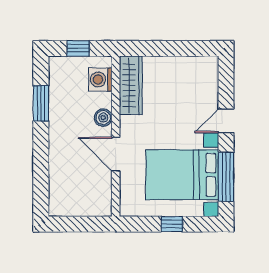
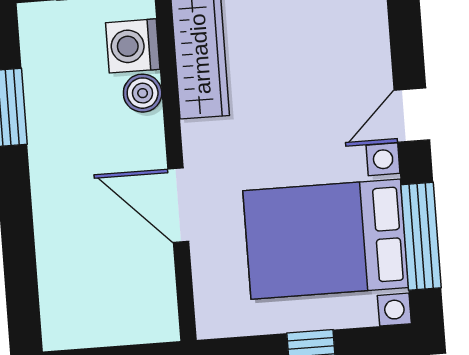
boiler: (103, 118) -> (143, 93), moved

